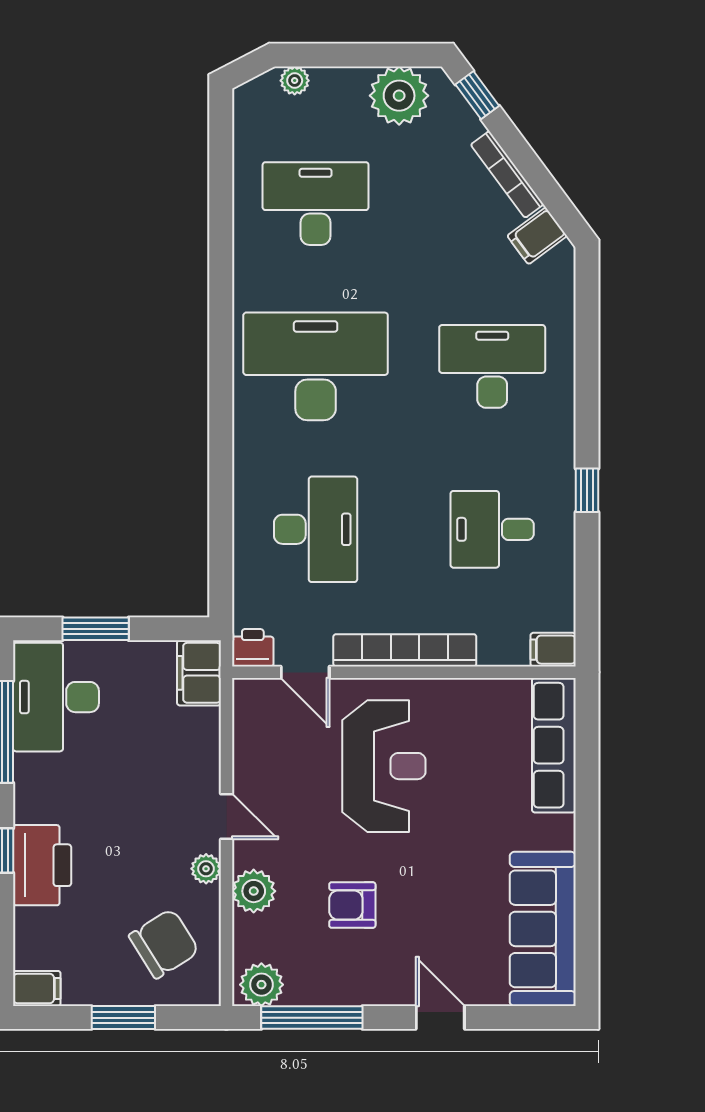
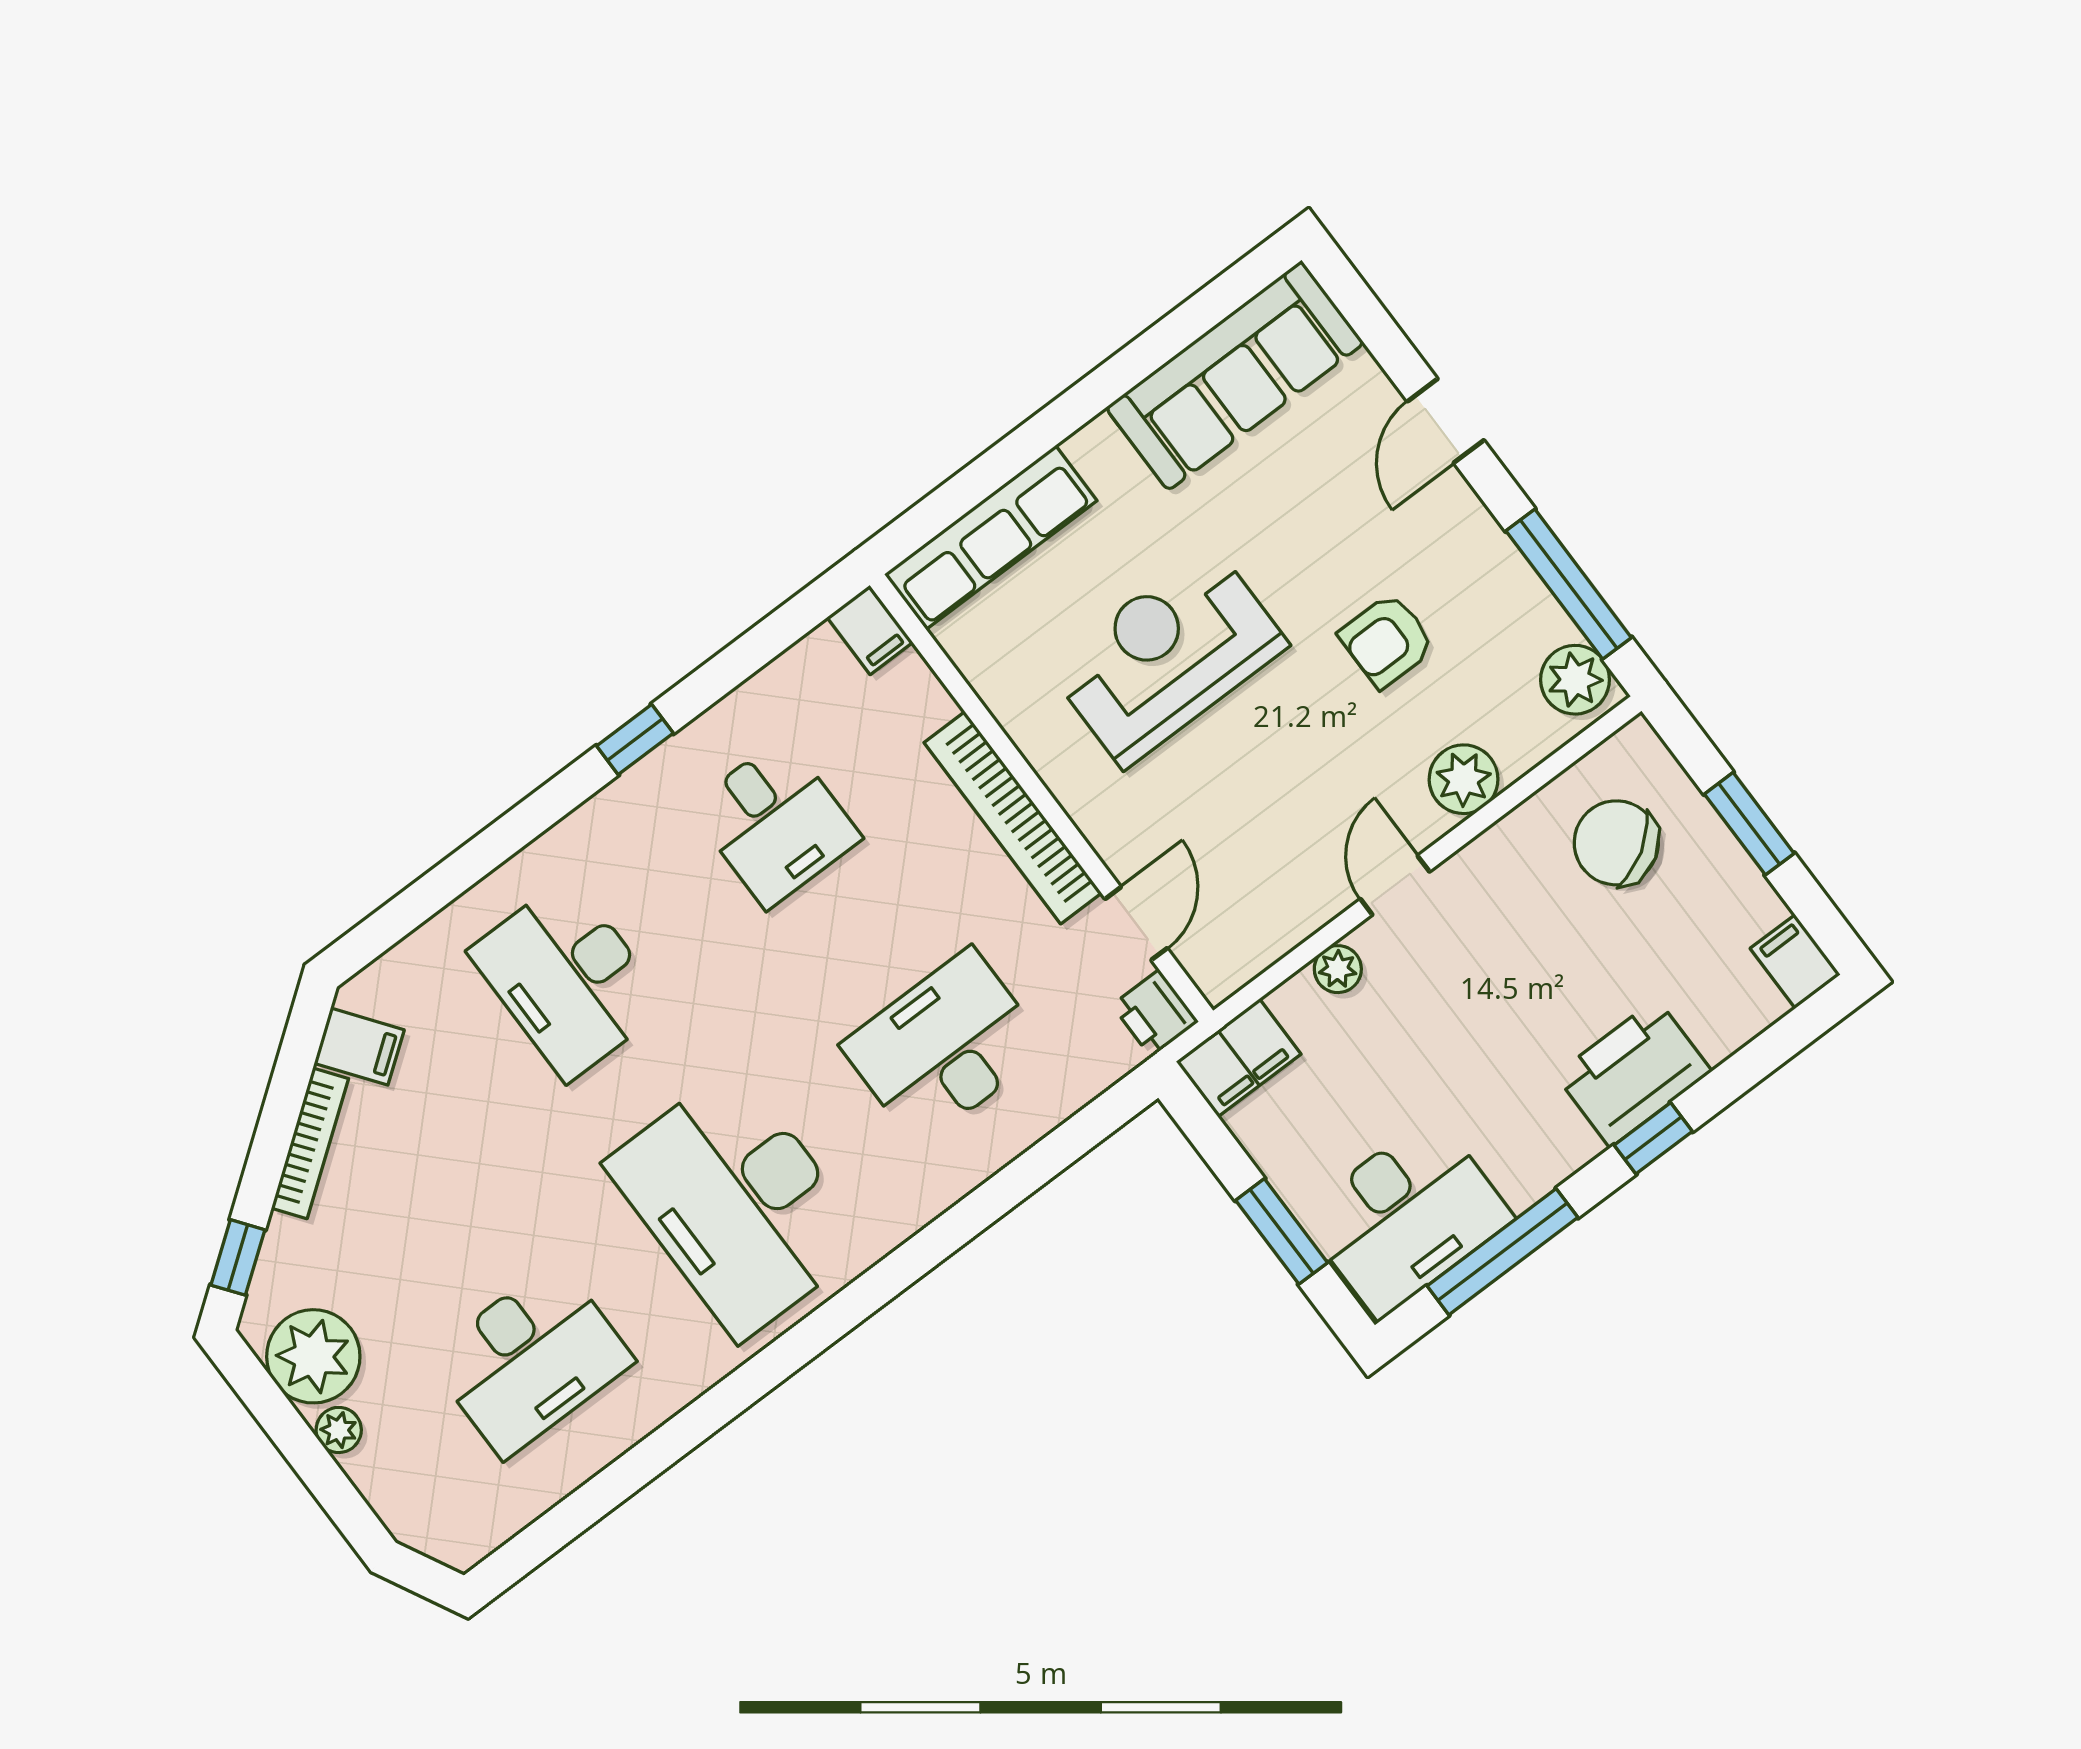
plant: (295, 81) -> (339, 1430), moved
desk: (316, 204) -> (530, 1359), turned -90
reception desk: (384, 766) -> (1167, 656), moved
plant: (206, 869) -> (1338, 969), moved
armchair: (352, 905) -> (1387, 640), turned 90

